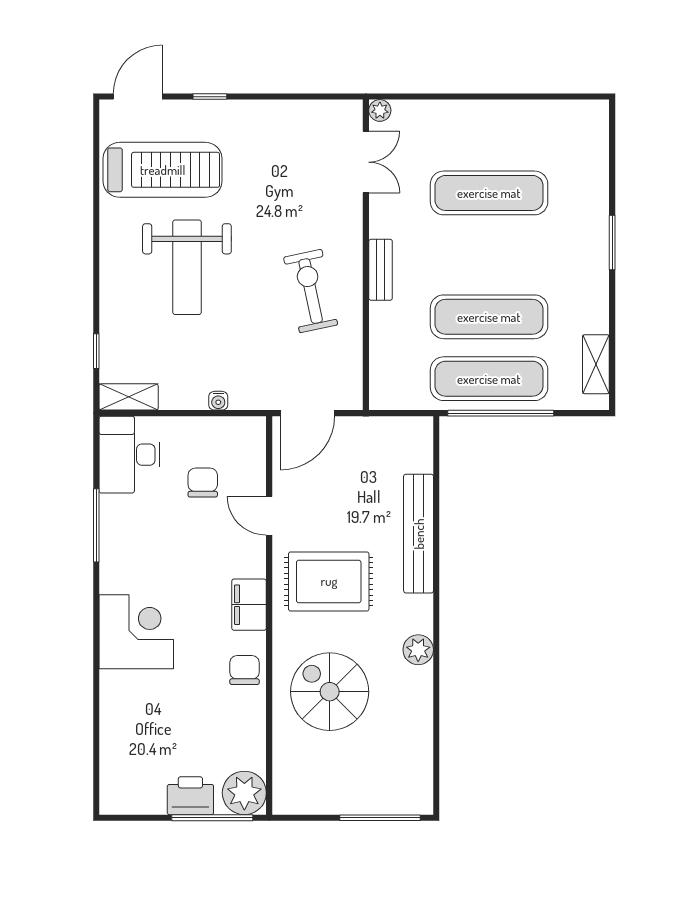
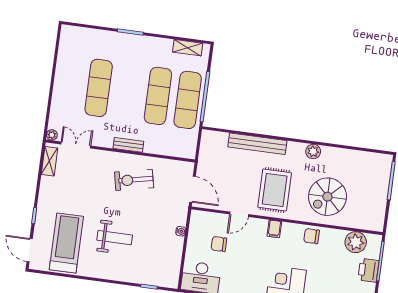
weight bench: (187, 267) -> (115, 238), width x0.73, depth x0.75
shelving: (129, 397) -> (49, 161), moved
filing cabinet: (249, 605) -> (274, 229), width x0.50
plant: (244, 793) -> (356, 242), moved

